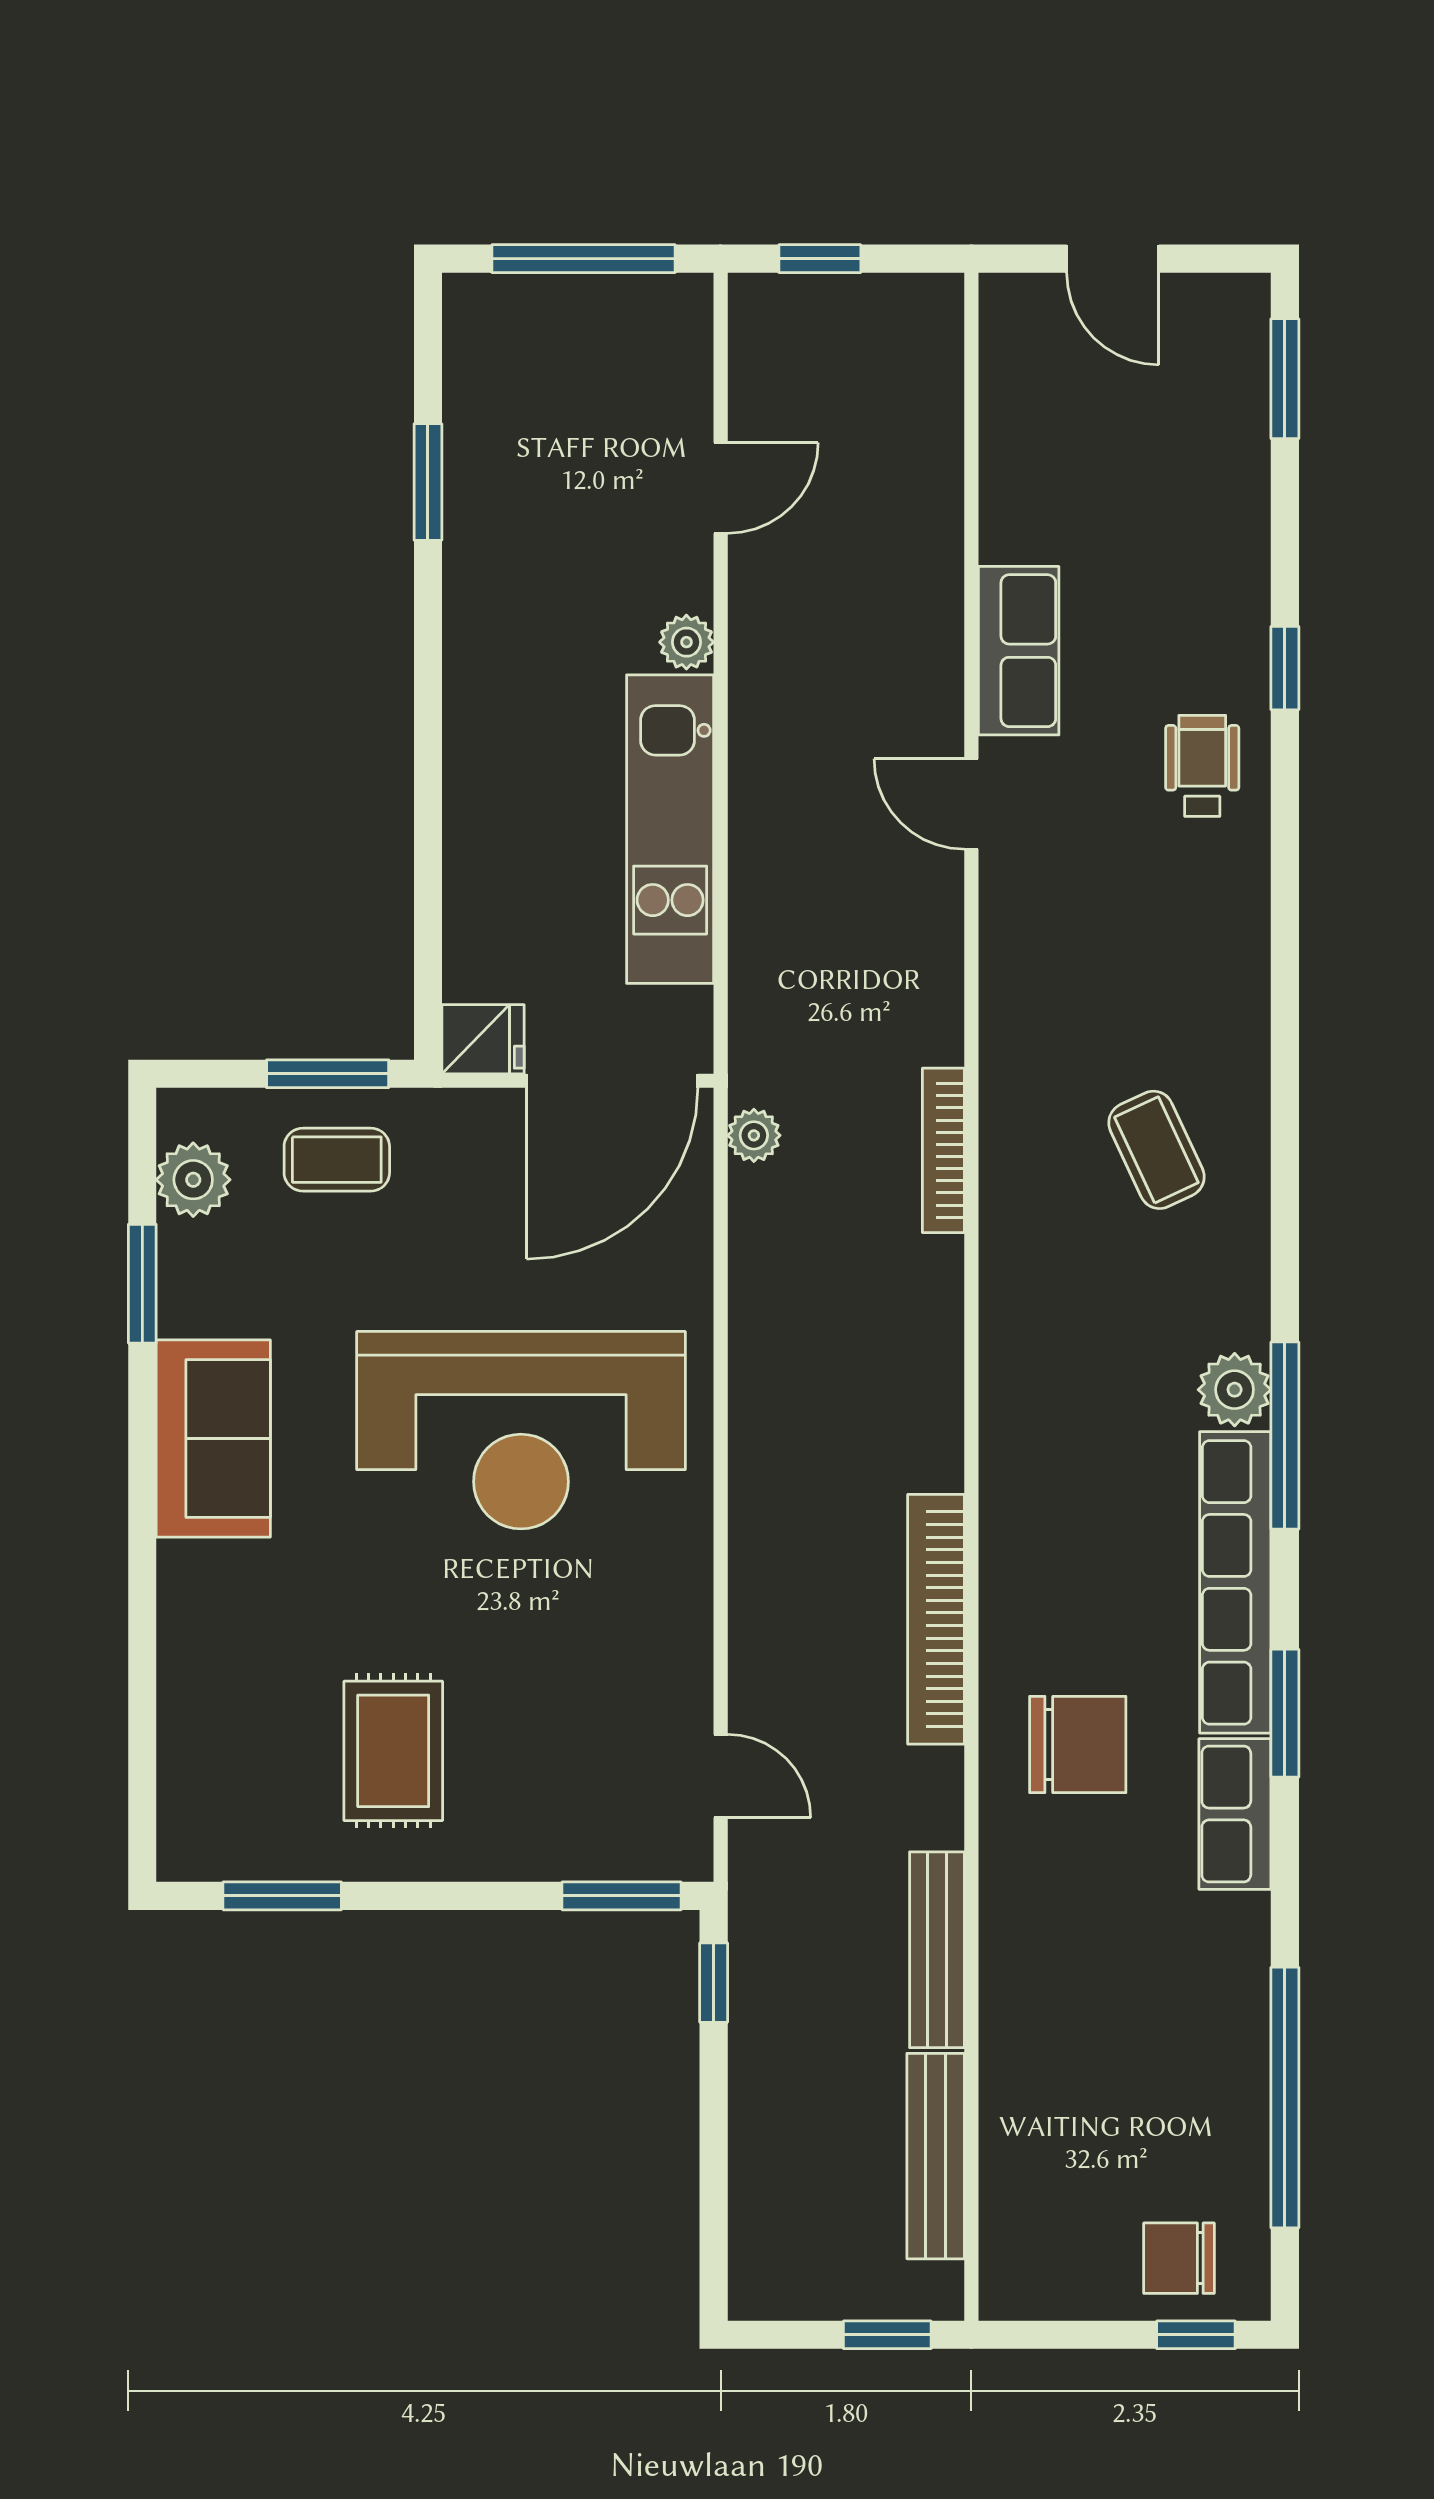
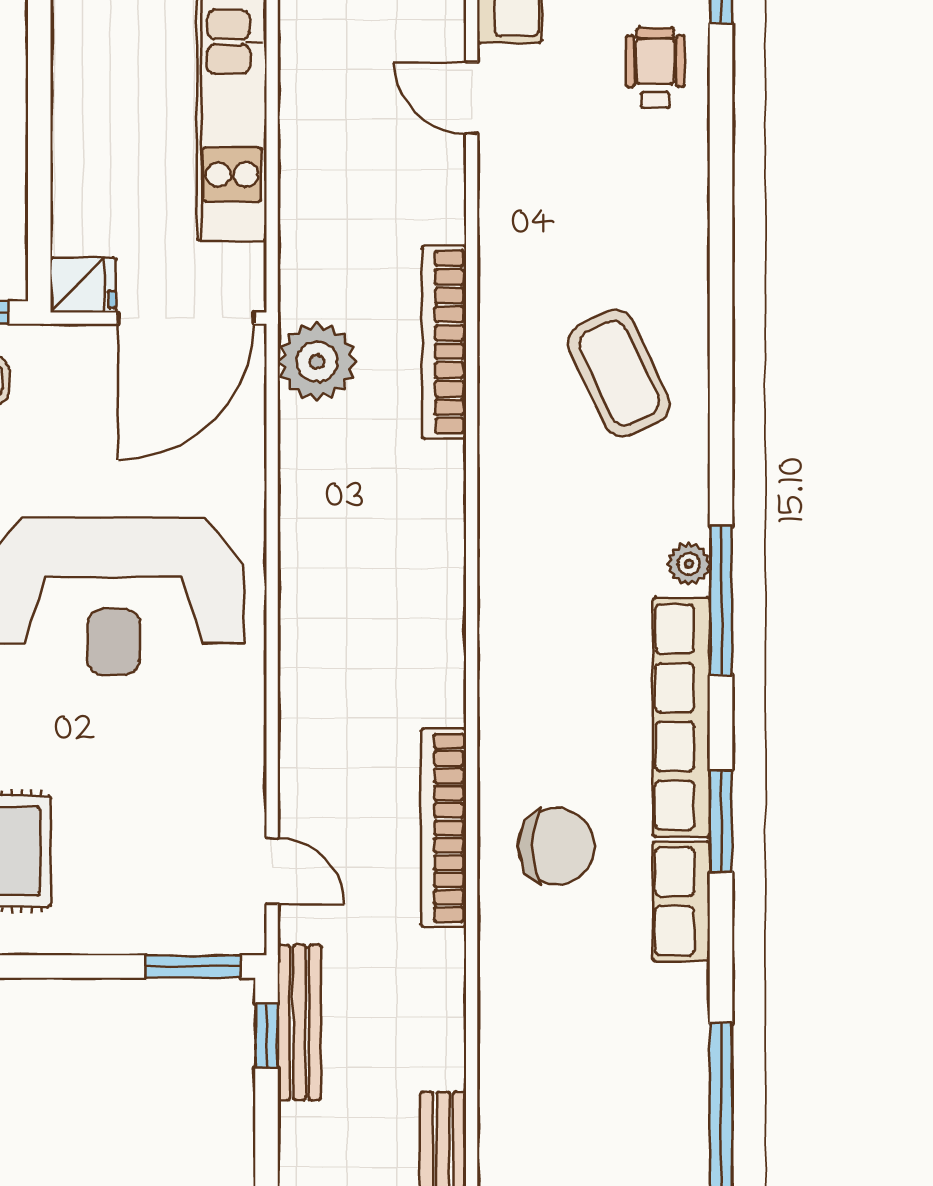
plant: (754, 1135) -> (317, 362), width x1.88, depth x1.88
bookcase: (943, 1150) -> (444, 342), width x1.48, depth x1.31
coffee table: (1156, 1150) -> (619, 373), width x1.36, depth x1.30
plant: (1235, 1390) -> (689, 564), width x0.73, depth x0.73
bookcase: (936, 1619) -> (444, 828), moved
bench: (937, 1950) -> (299, 1022), moved

